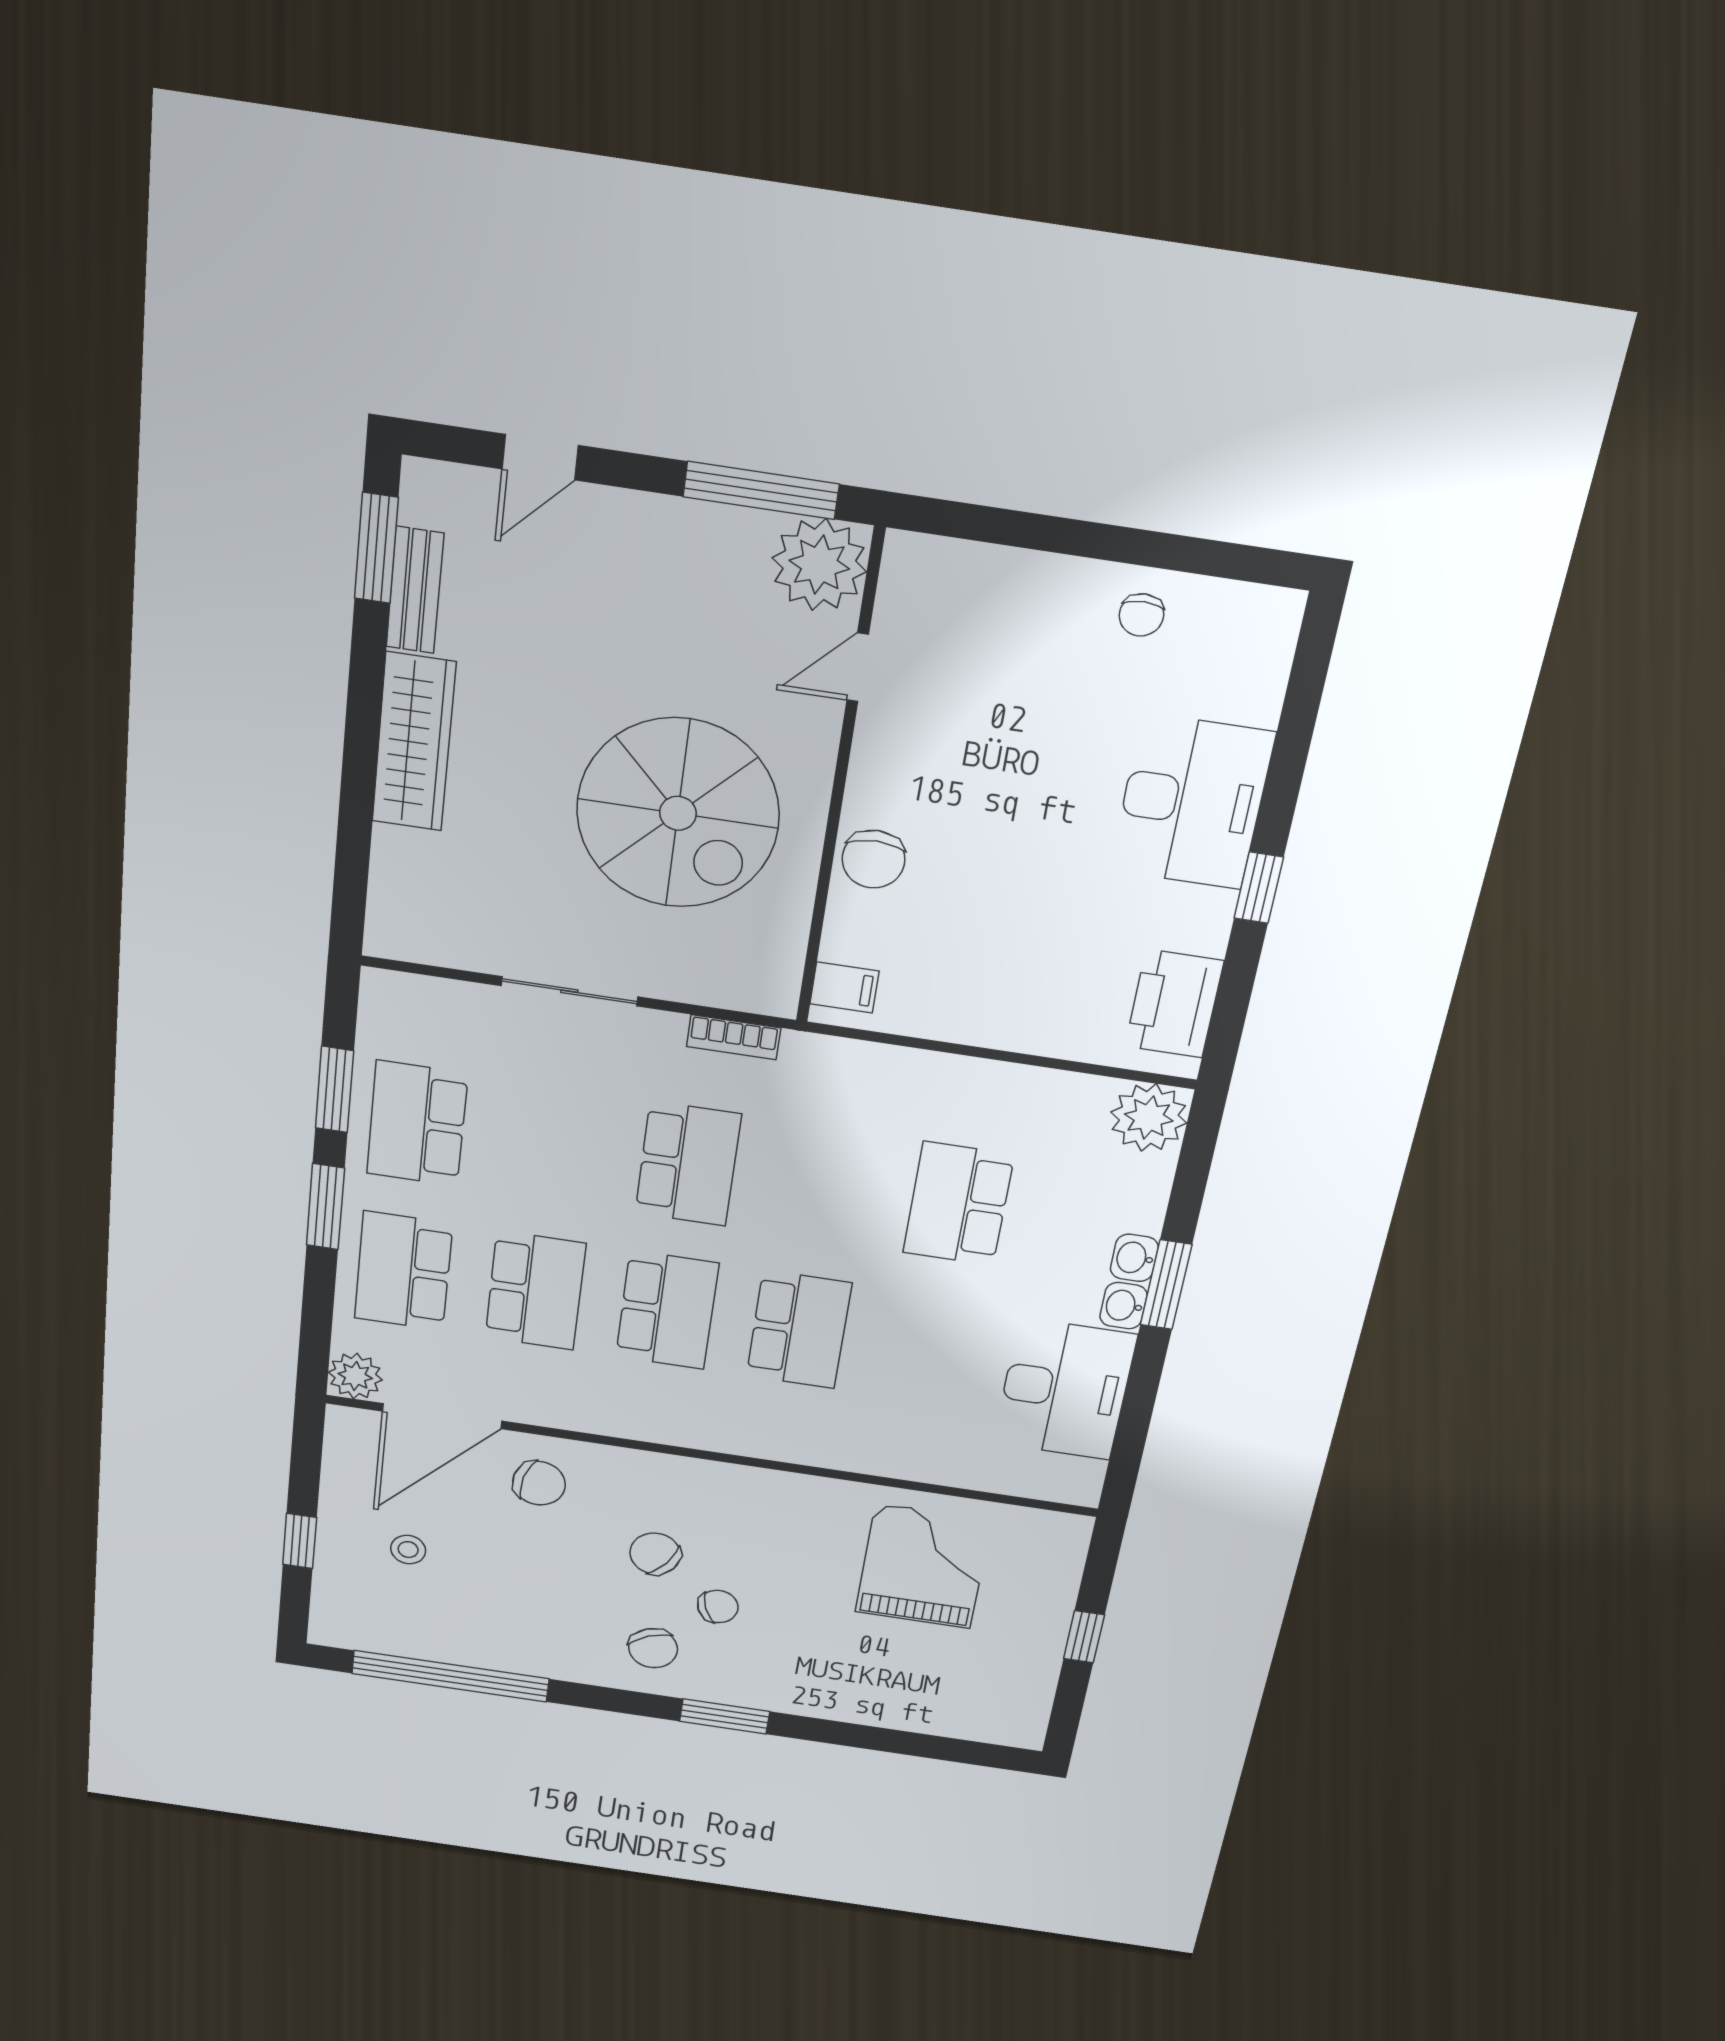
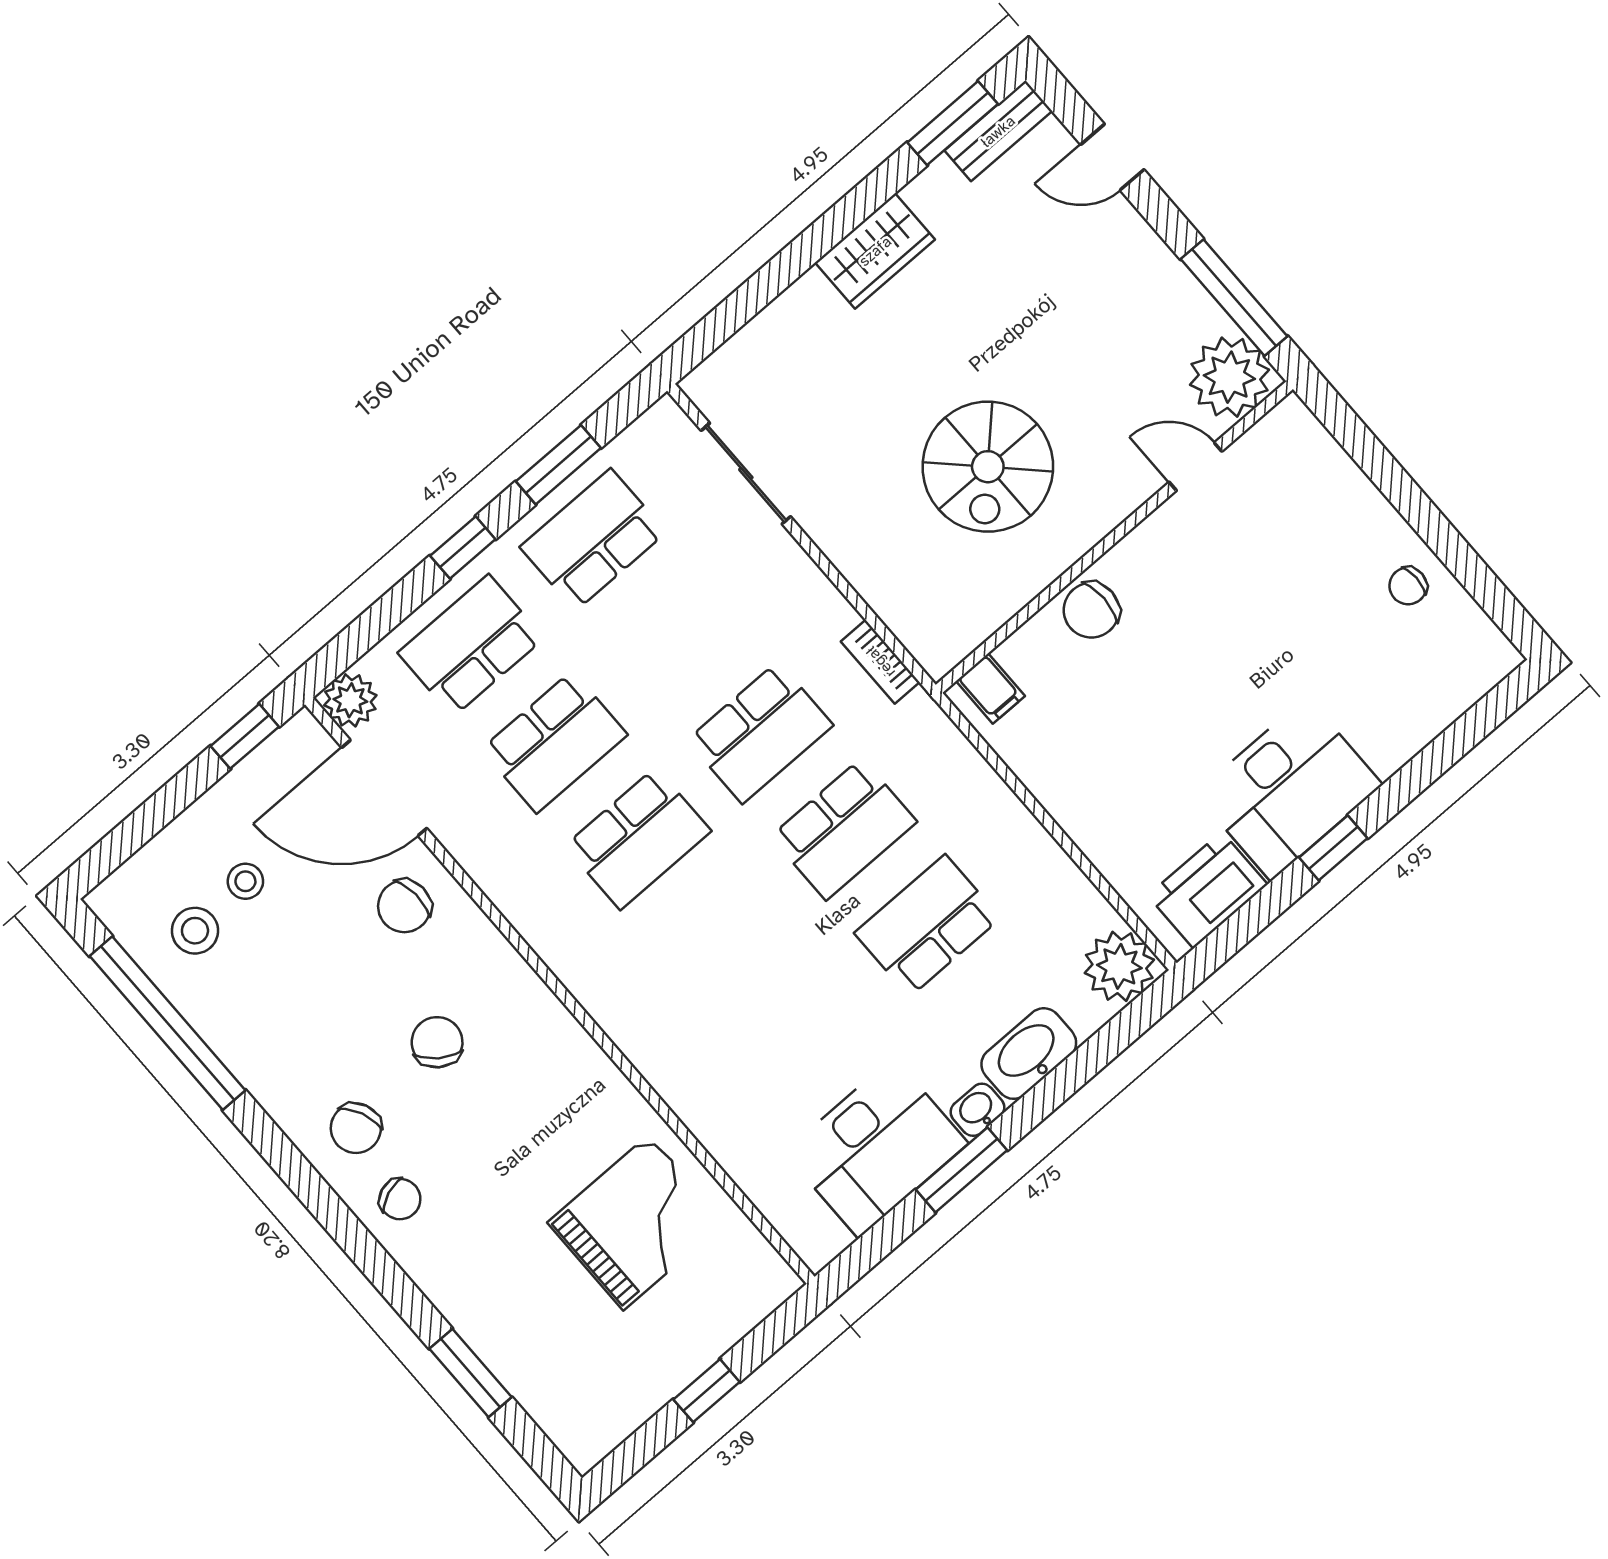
bench: (415, 590) -> (998, 131), moved
wardrobe: (414, 742) -> (875, 251), width x0.67
desk: (1192, 802) -> (1289, 789), moved
spiral stairs: (678, 813) -> (988, 467), width x0.73, depth x0.73
sliding door: (569, 991) -> (746, 474), moved
window: (325, 1207) -> (463, 547), width x0.67
washbasin: (1134, 1258) -> (1029, 1054), width x1.91, depth x1.45
window: (1166, 1285) -> (961, 1170), moved
school desk: (799, 1330) -> (844, 829), moved
chair: (539, 1483) -> (404, 906), turned 72
window: (300, 1541) -> (245, 736), moved
stool: (407, 1606) -> (195, 931), added
chair: (718, 1607) -> (400, 1199), moved
window: (725, 1716) -> (470, 1373), moved

